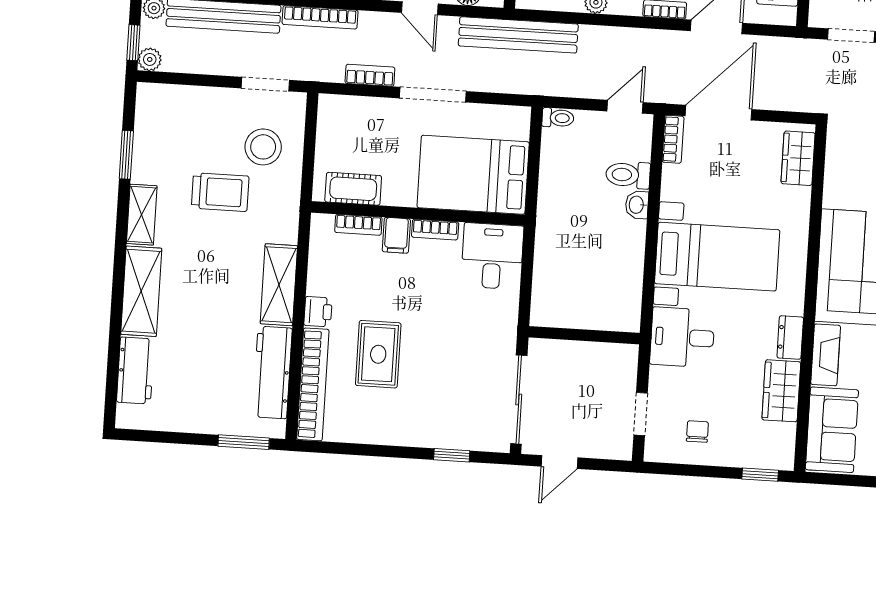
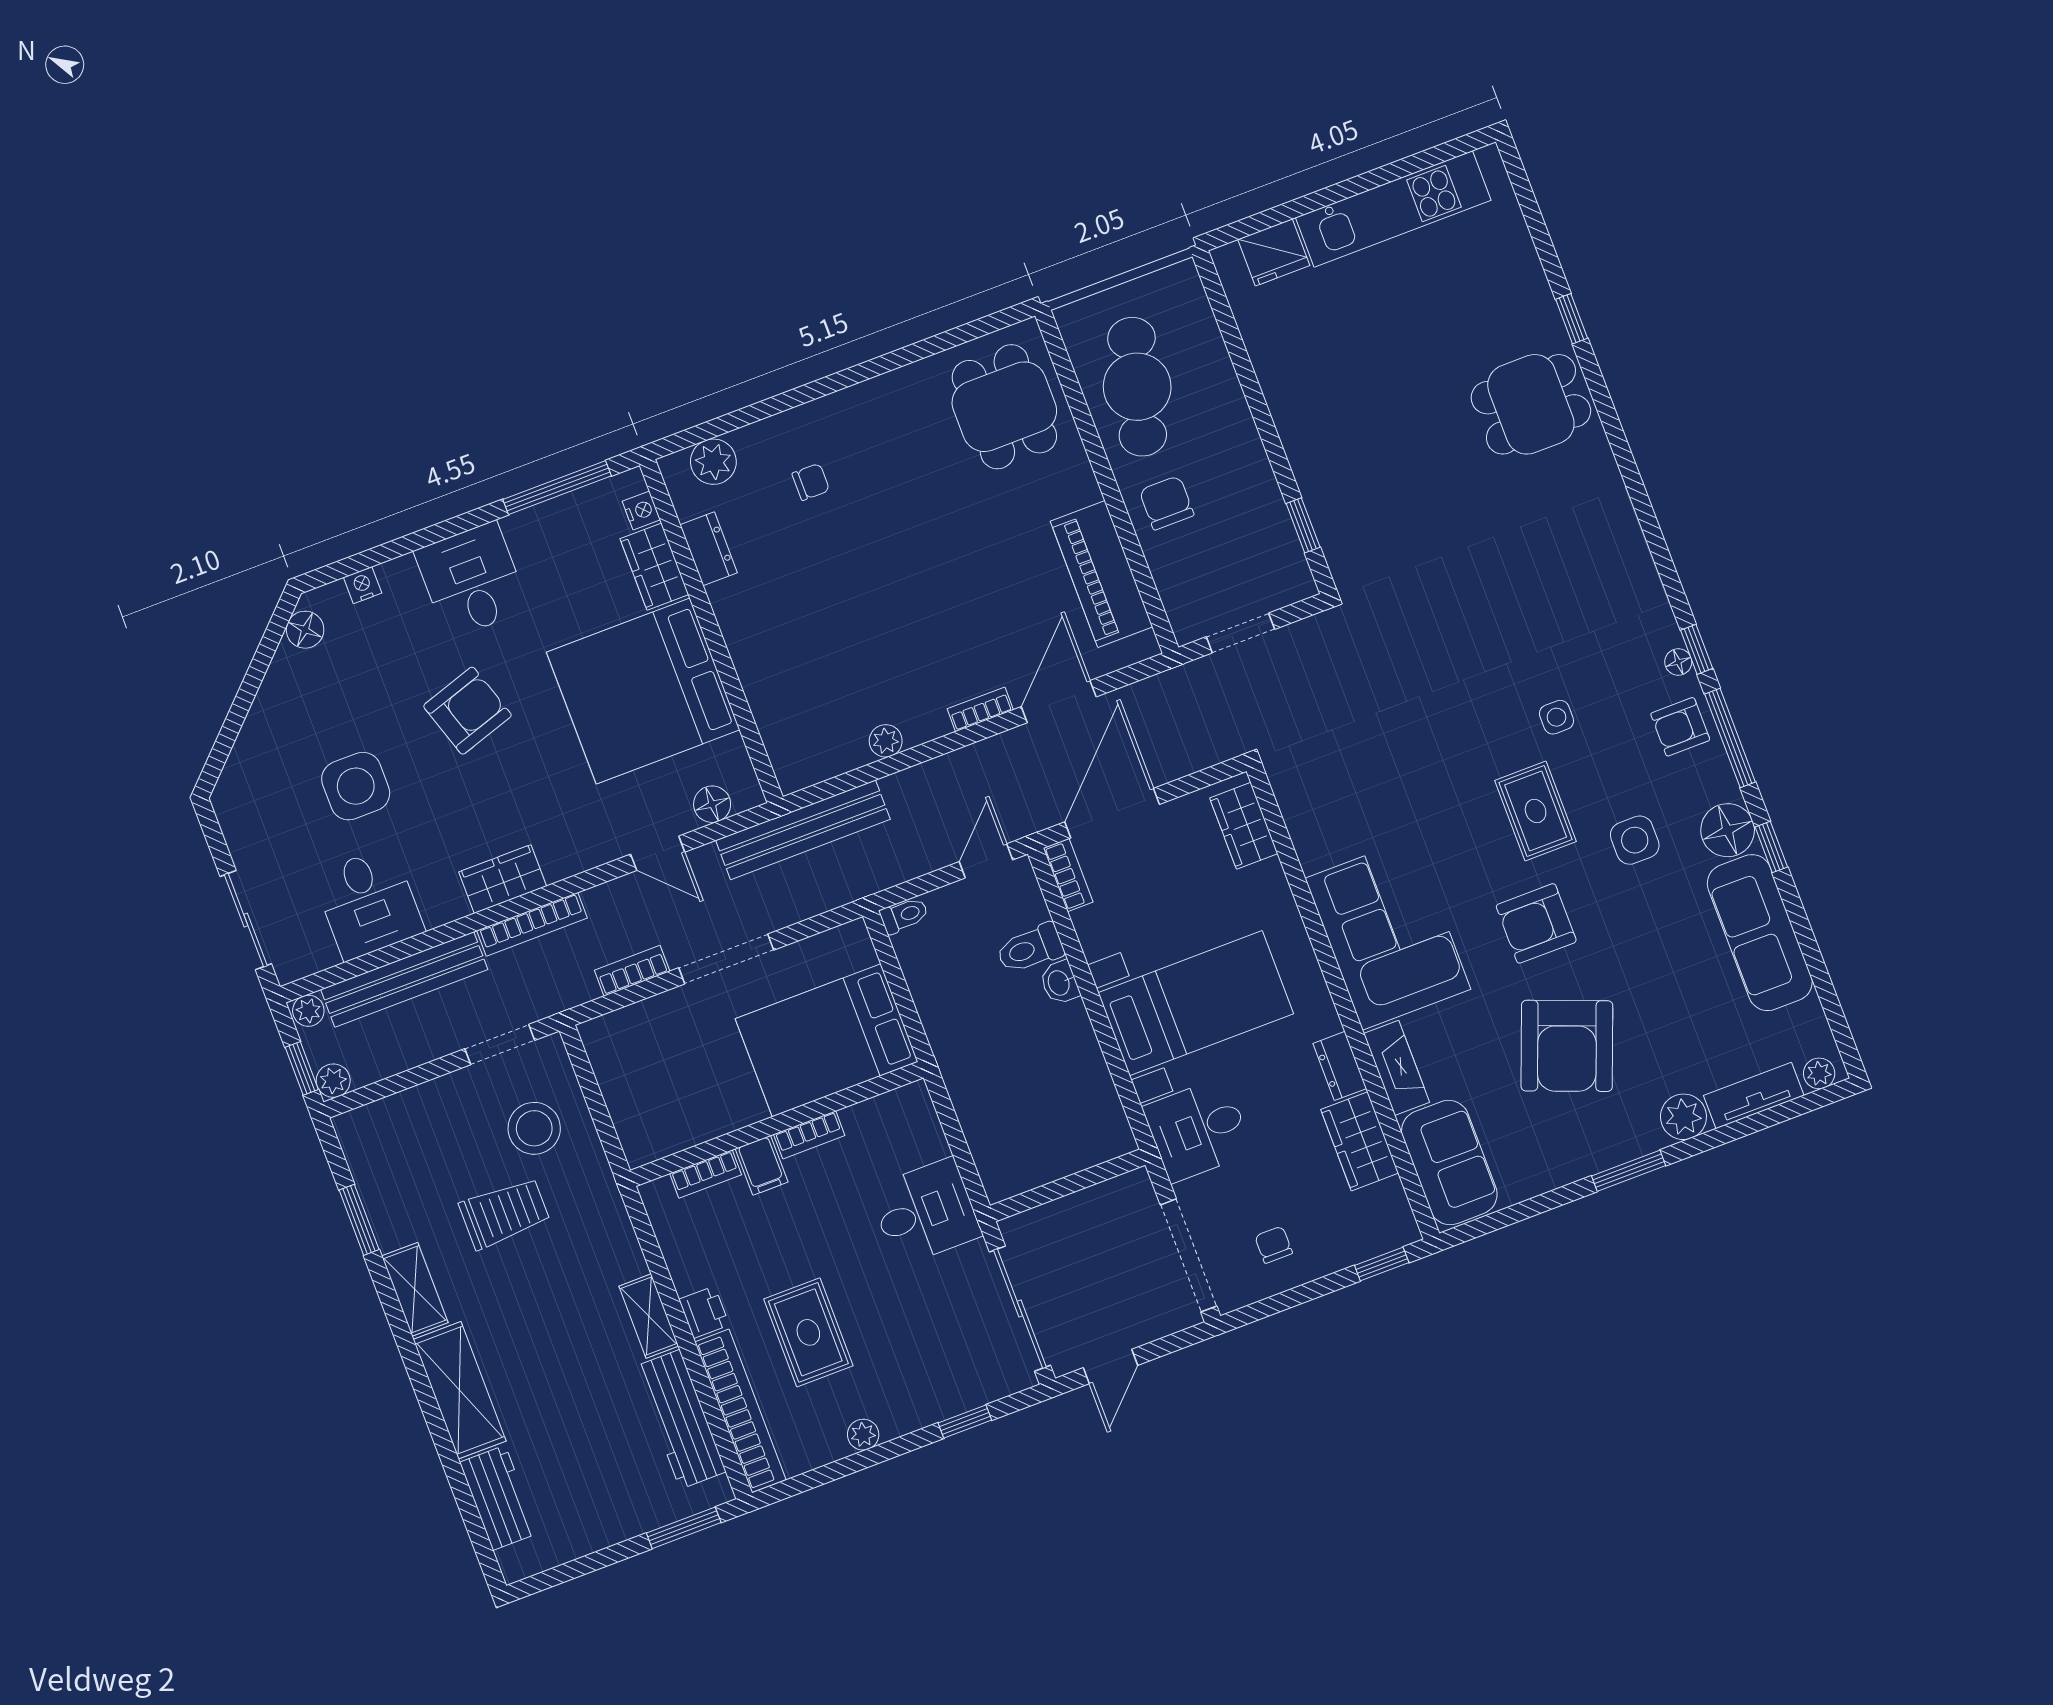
cot: (353, 189) -> (677, 1130), removed
desk: (492, 256) -> (925, 1212), moved, turned 90
shelving: (279, 285) -> (649, 1316), width x0.67, depth x0.75
doorway: (641, 414) -> (1189, 1255), width x1.88
plant: (384, 434) -> (863, 1435), added

